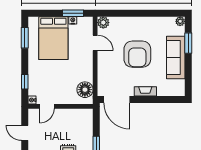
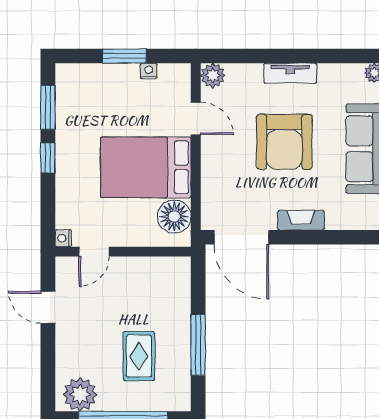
window: (73, 13) -> (124, 56), moved
tv unit: (140, 22) -> (290, 73), added
bed: (53, 38) -> (146, 167), moved, turned 90
window: (25, 82) -> (48, 158), moved

